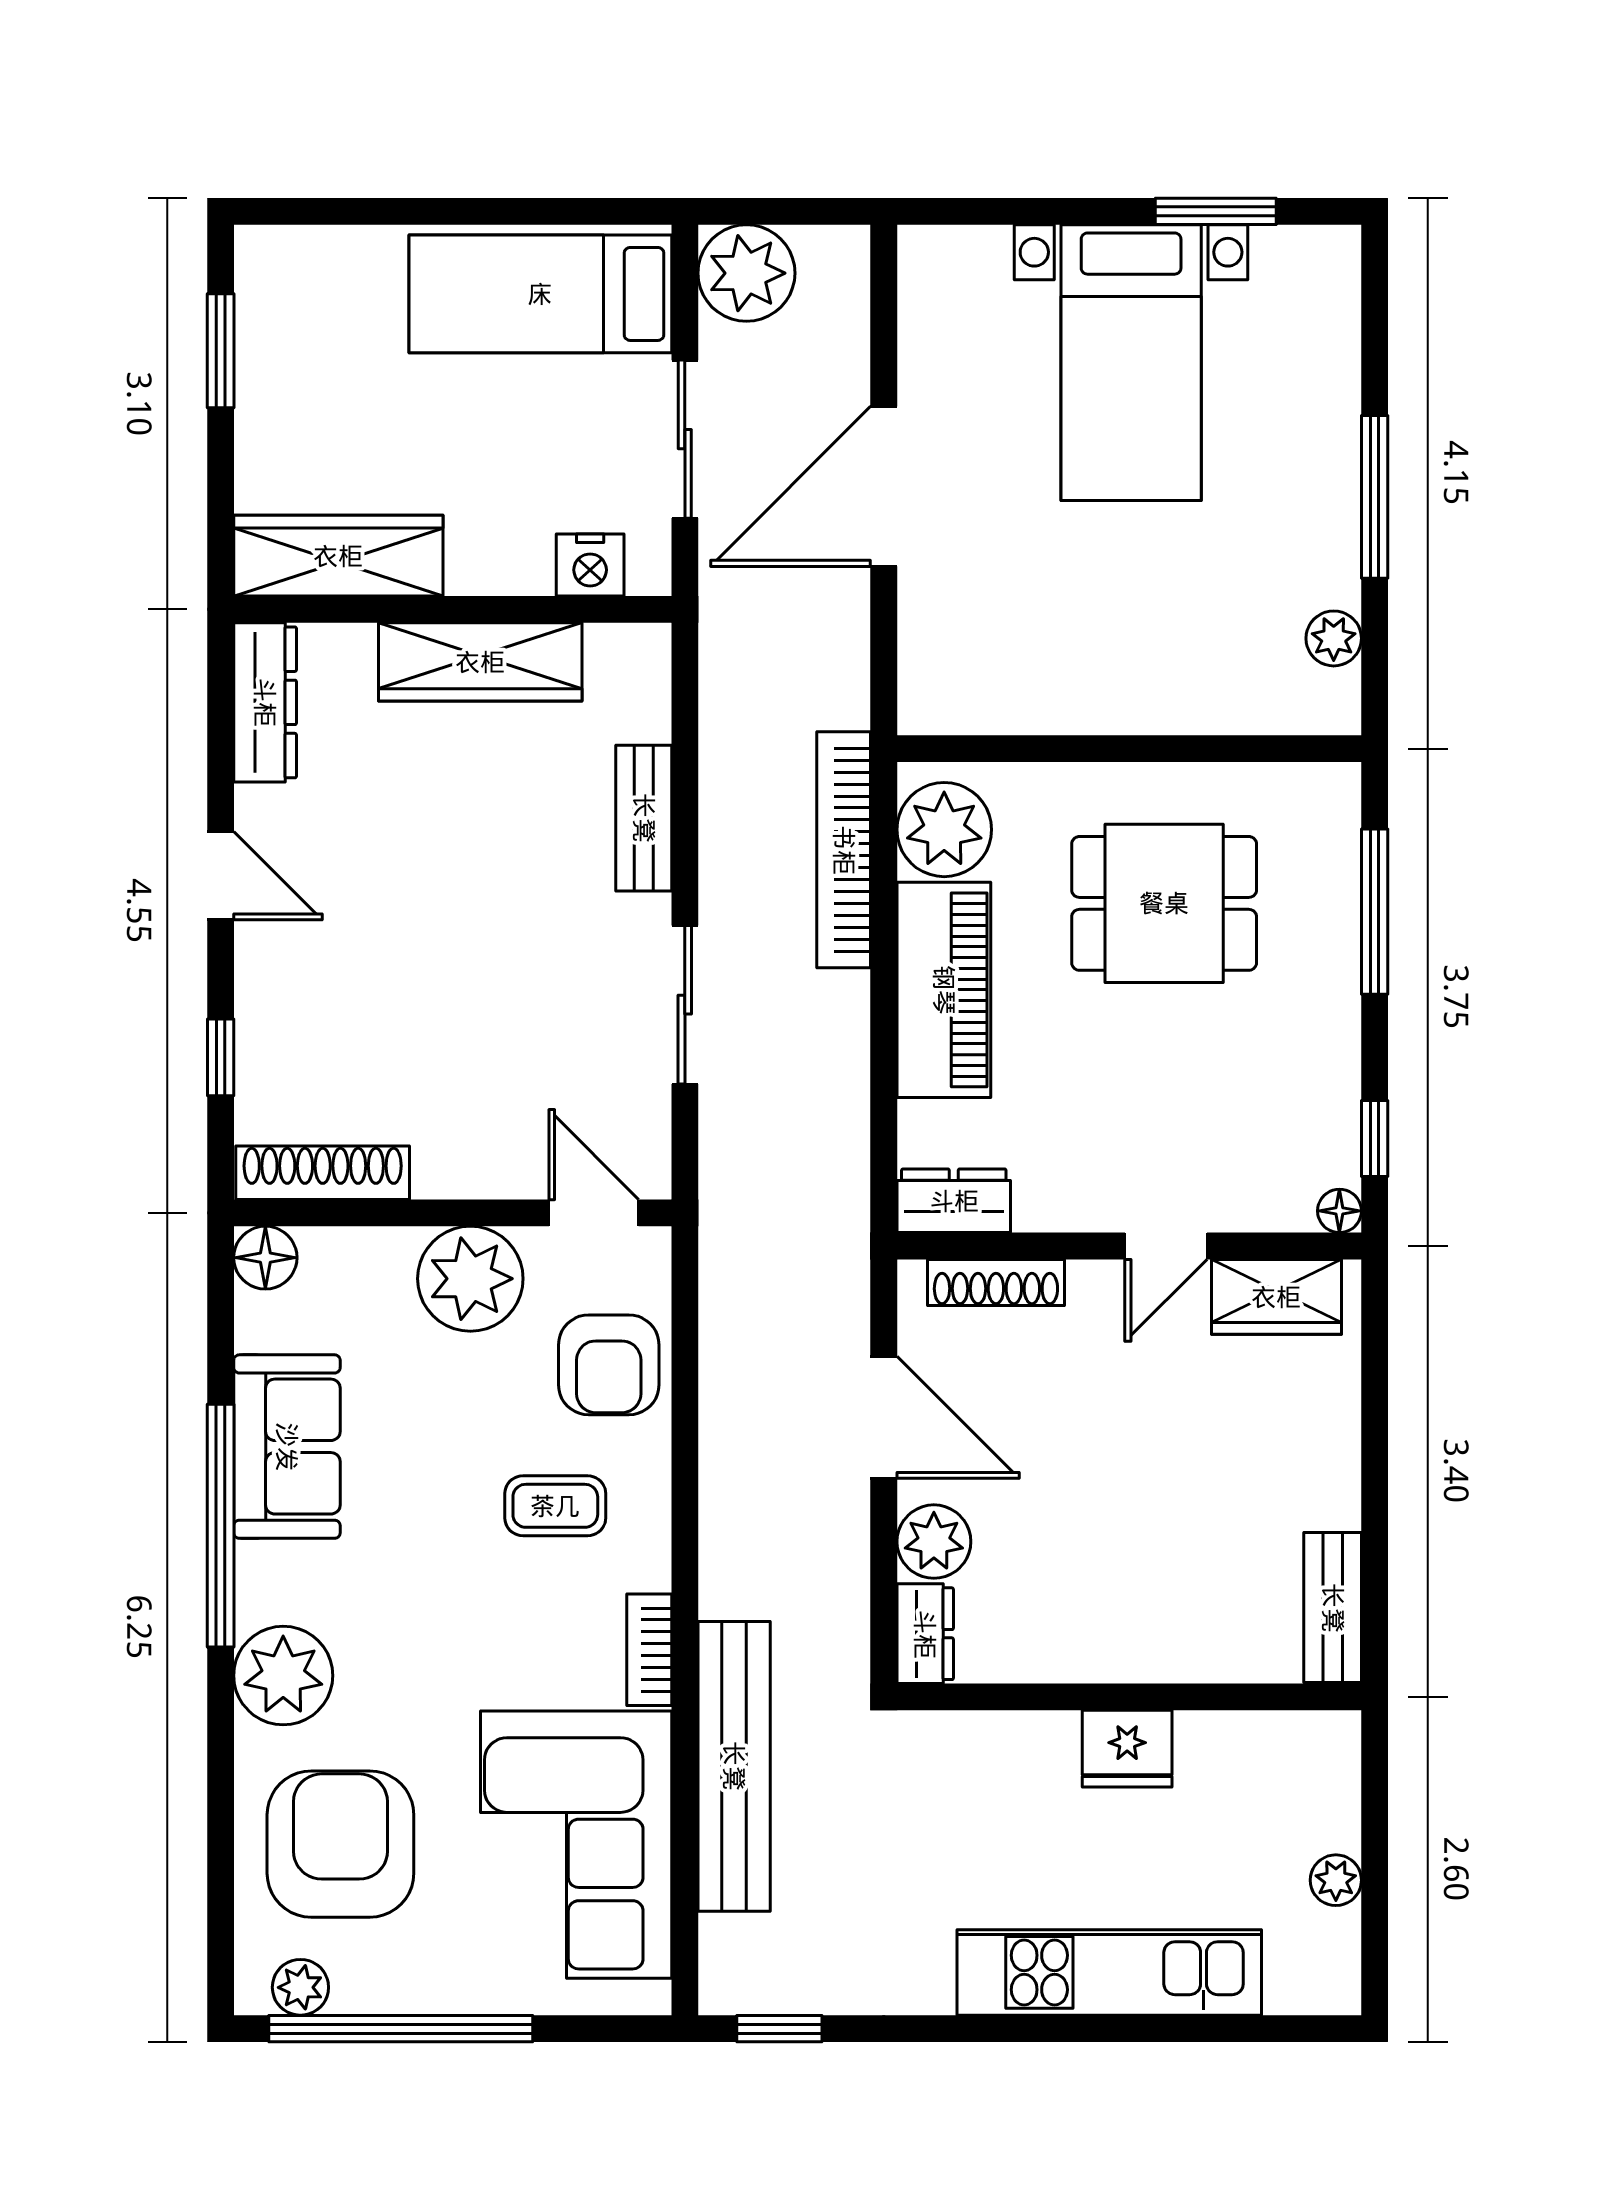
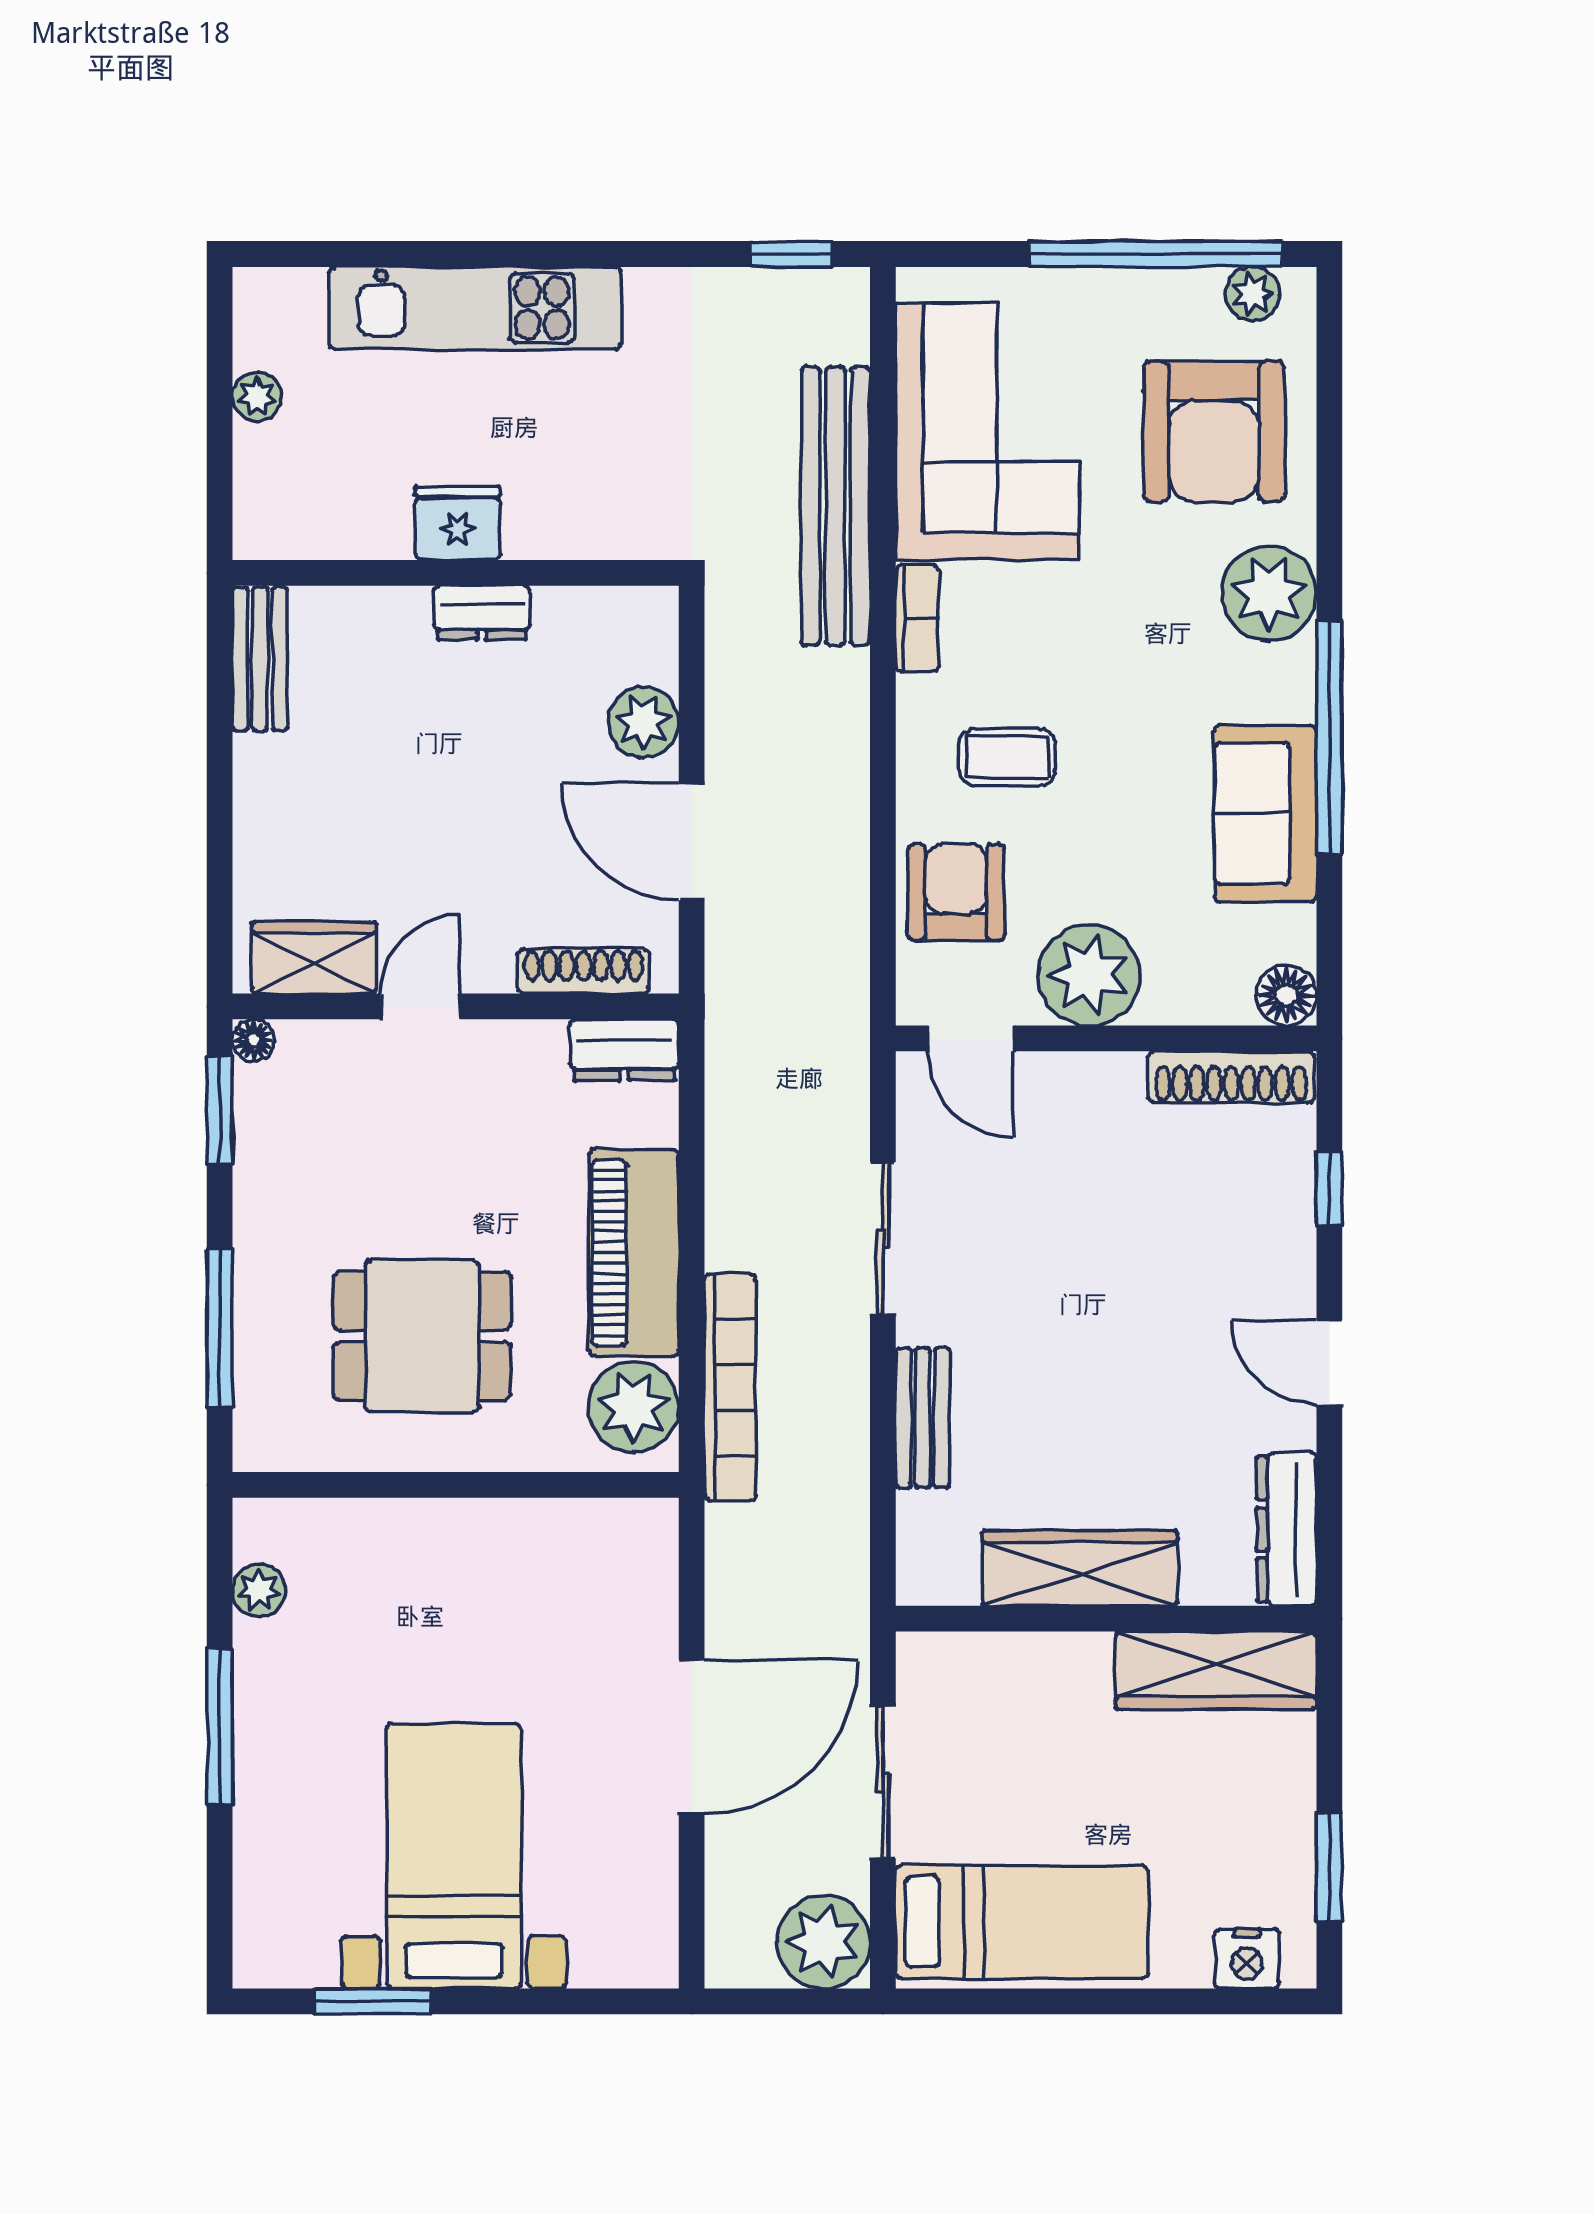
nightstand: (590, 565) -> (1247, 1959), moved, turned 180
window: (1375, 1139) -> (220, 1110), width x1.50
dresser: (925, 1634) -> (482, 613), moved, turned -90

